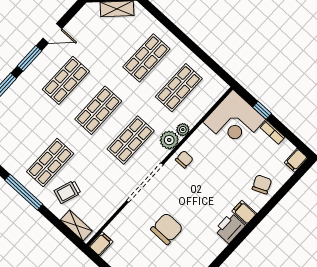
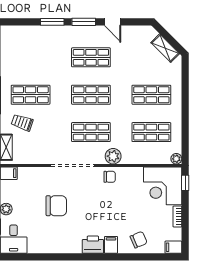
window: (262, 110) -> (185, 183), moved
plant: (183, 130) -> (176, 159), moved

